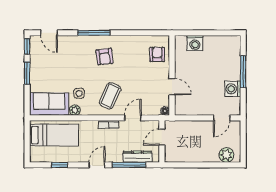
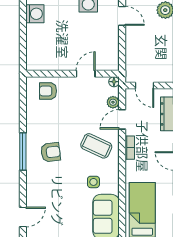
window: (94, 33) -> (23, 152), moved
washing machine: (195, 43) -> (35, 14), moved
plant: (75, 110) -> (113, 102), moved
door: (133, 118) -> (122, 119), hinge flipped

